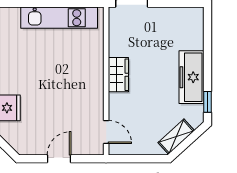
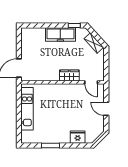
wardrobe: (118, 75) -> (69, 76), moved
door: (106, 132) -> (91, 82), swing flipped

